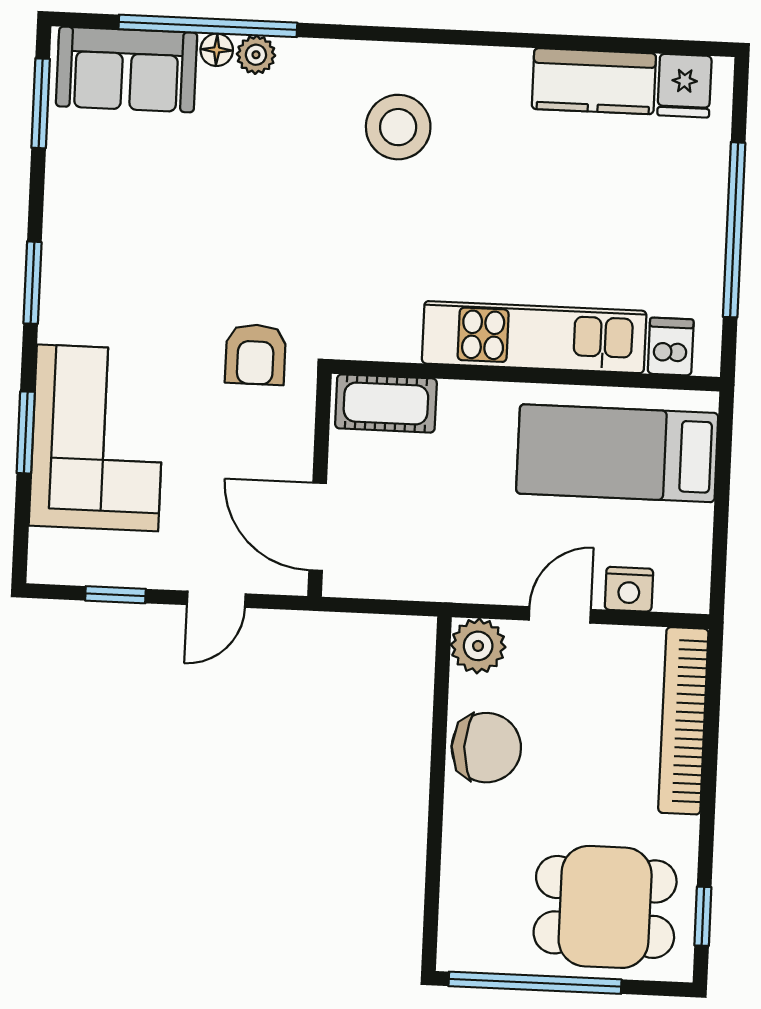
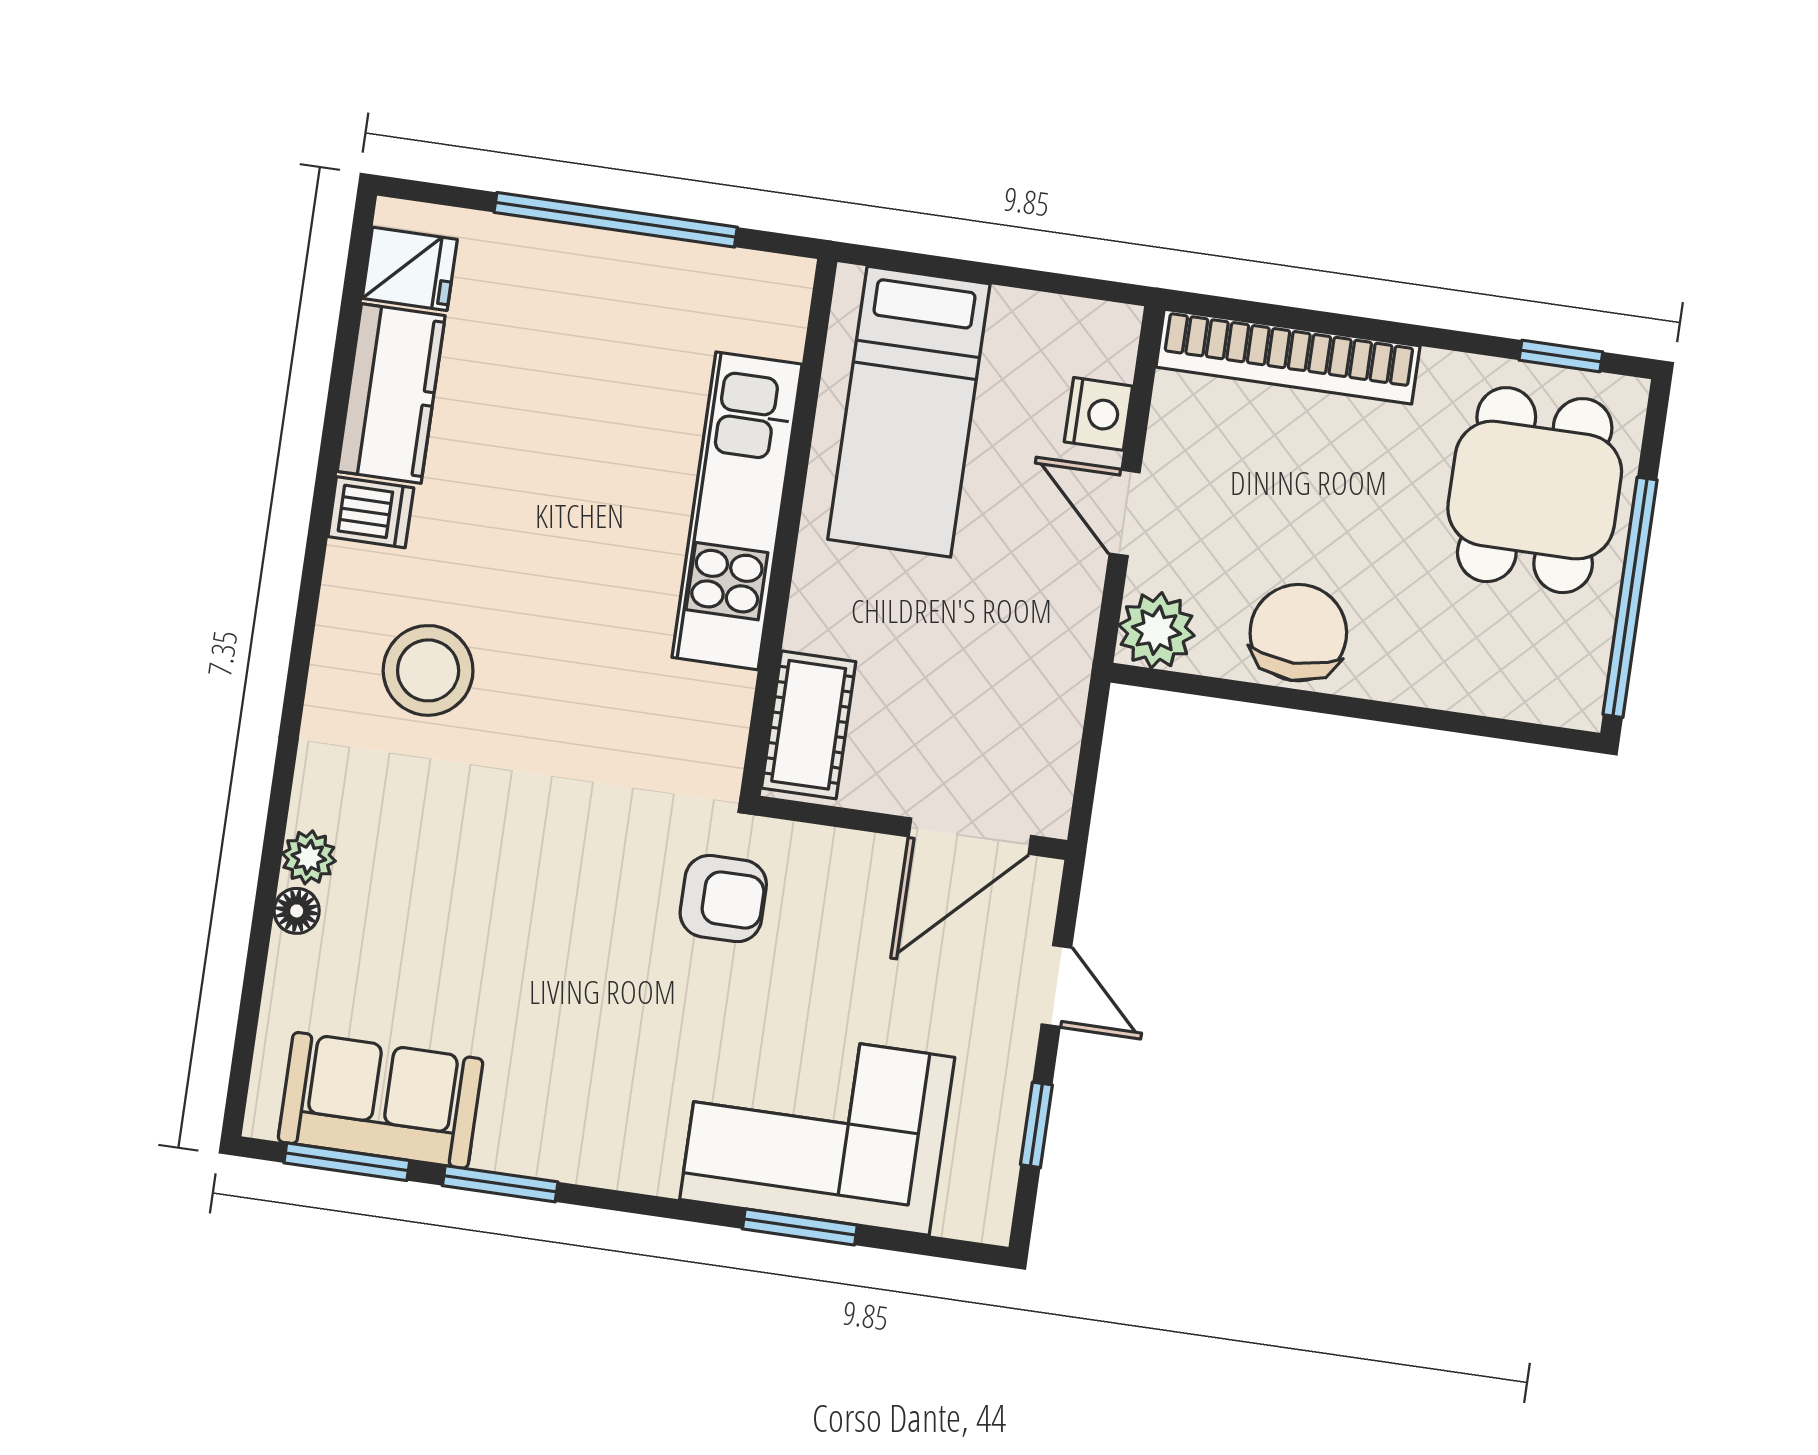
window: (208, 26) -> (262, 920), removed
sofa: (127, 69) -> (381, 1100), moved, turned -90
window: (32, 283) -> (500, 1184), moved
dishwasher: (671, 347) -> (371, 512), moved, turned 180

